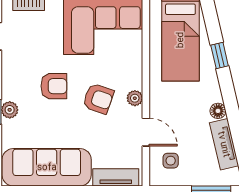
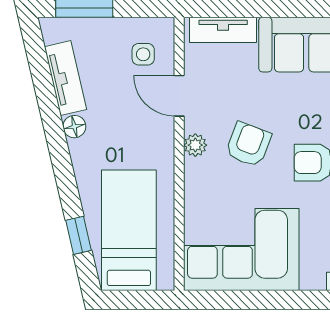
window: (220, 55) -> (79, 235), moved
armchair: (98, 99) -> (248, 144), turned 92

